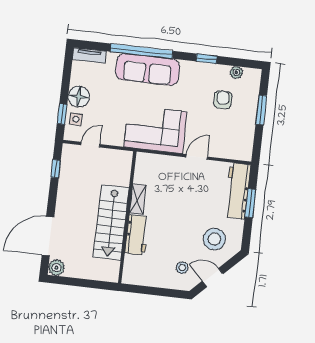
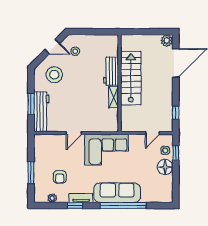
tv unit: (89, 55) -> (81, 198), moved

